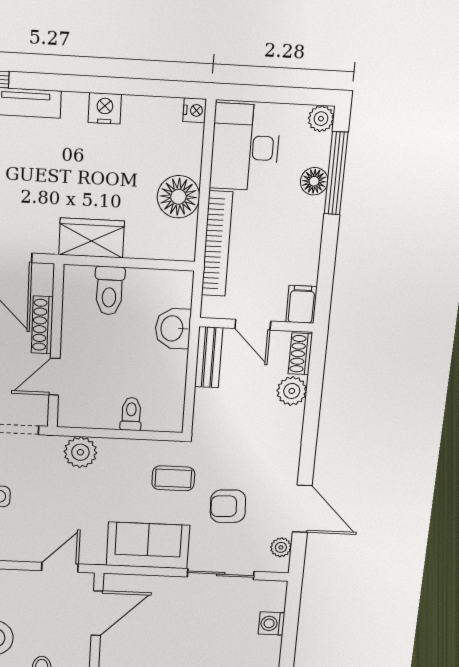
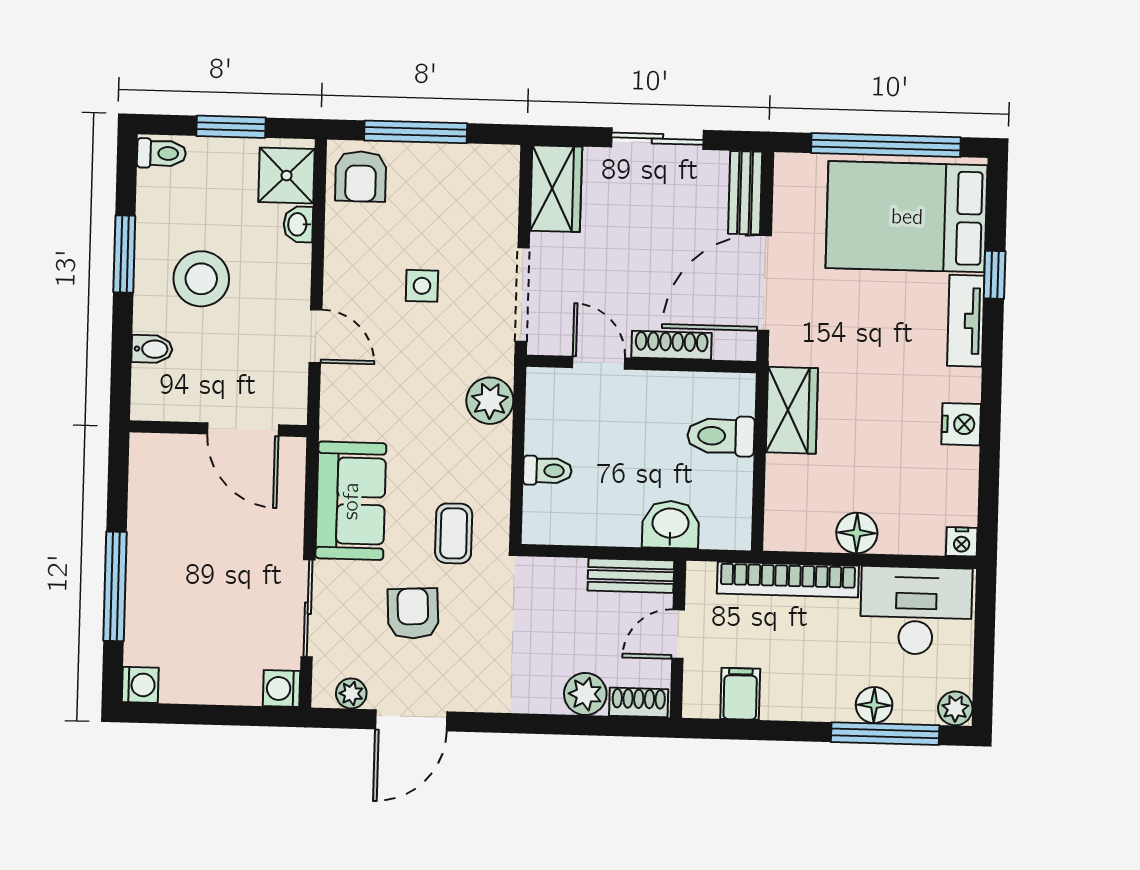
floor lamp: (178, 197) -> (857, 533), width x0.73, depth x0.73
filing cabinet: (301, 304) -> (740, 694), moved, turned -90
door: (60, 567) -> (316, 336), moved
washing machine: (272, 623) -> (281, 689), moved, turned -90

